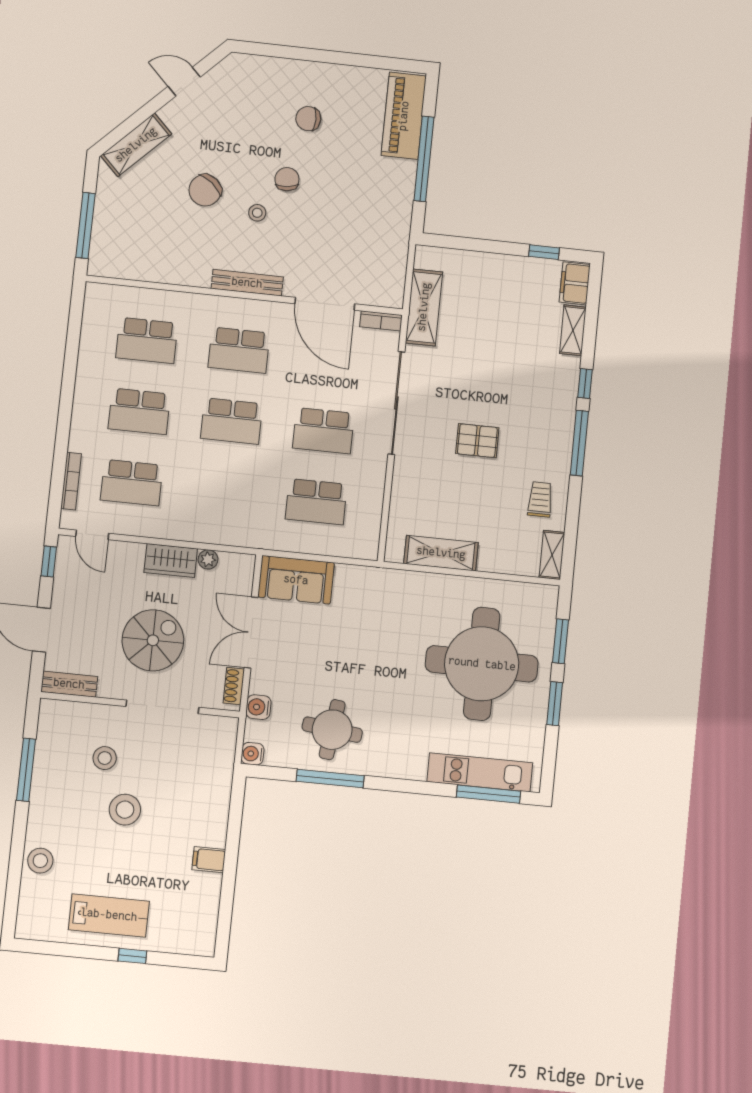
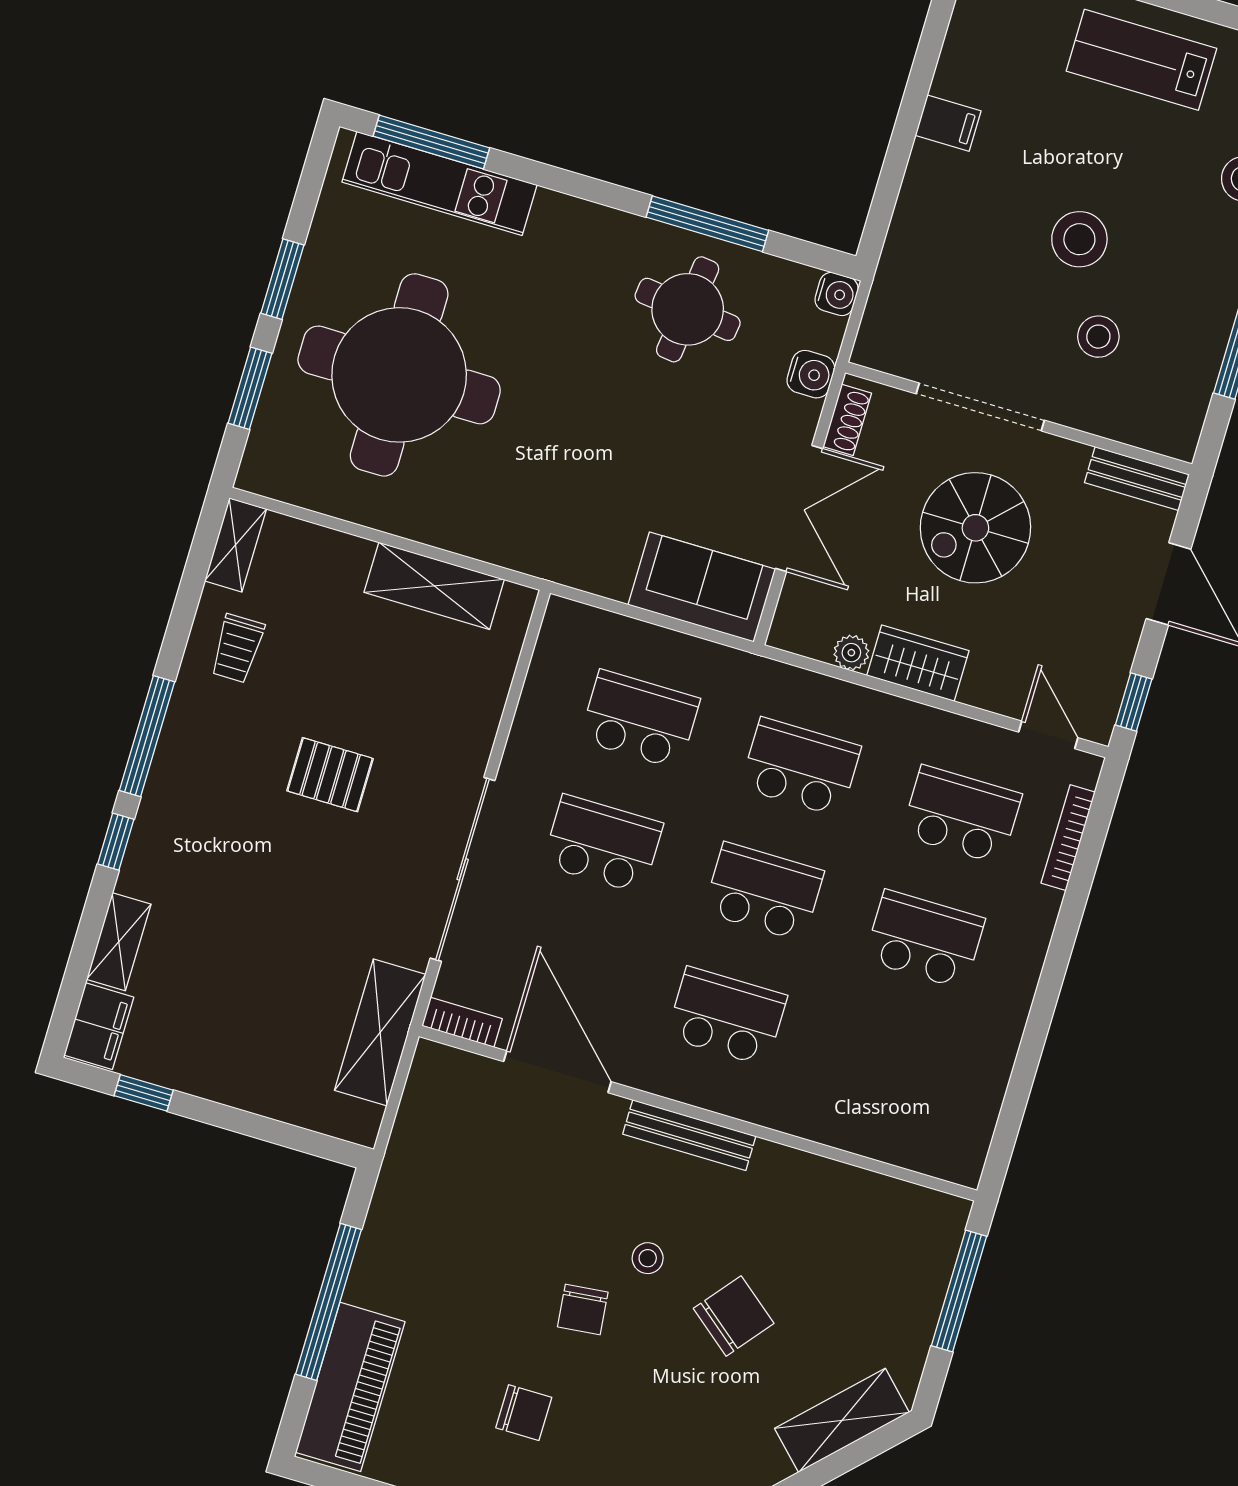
school desk: (147, 340) -> (801, 767), moved

